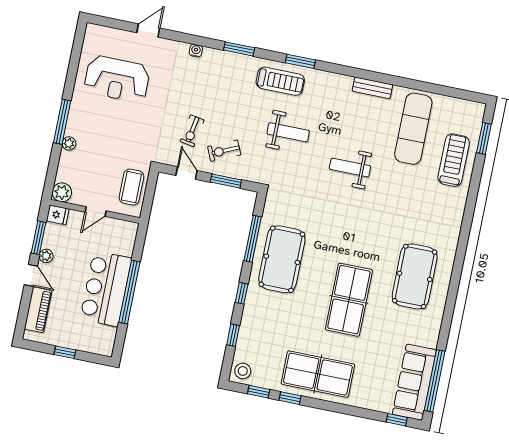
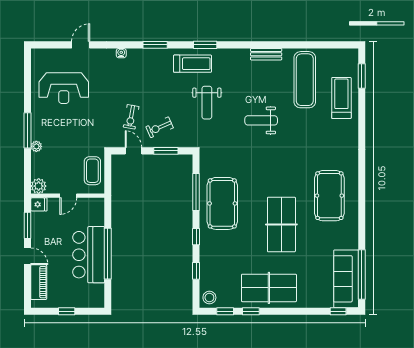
weight bench: (288, 132) -> (207, 103), turned 90
plant: (46, 256) -> (36, 238), removed

